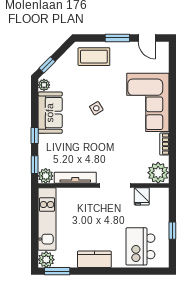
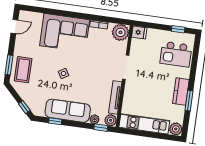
window: (117, 38) -> (9, 65), moved
plant: (44, 85) -> (94, 119), moved
sofa: (50, 113) -> (68, 111), width x1.36
window: (35, 136) -> (55, 121), moved
fridge: (142, 196) -> (139, 32), moved
window: (172, 231) -> (178, 29), moved
window: (57, 271) -> (189, 101), moved

